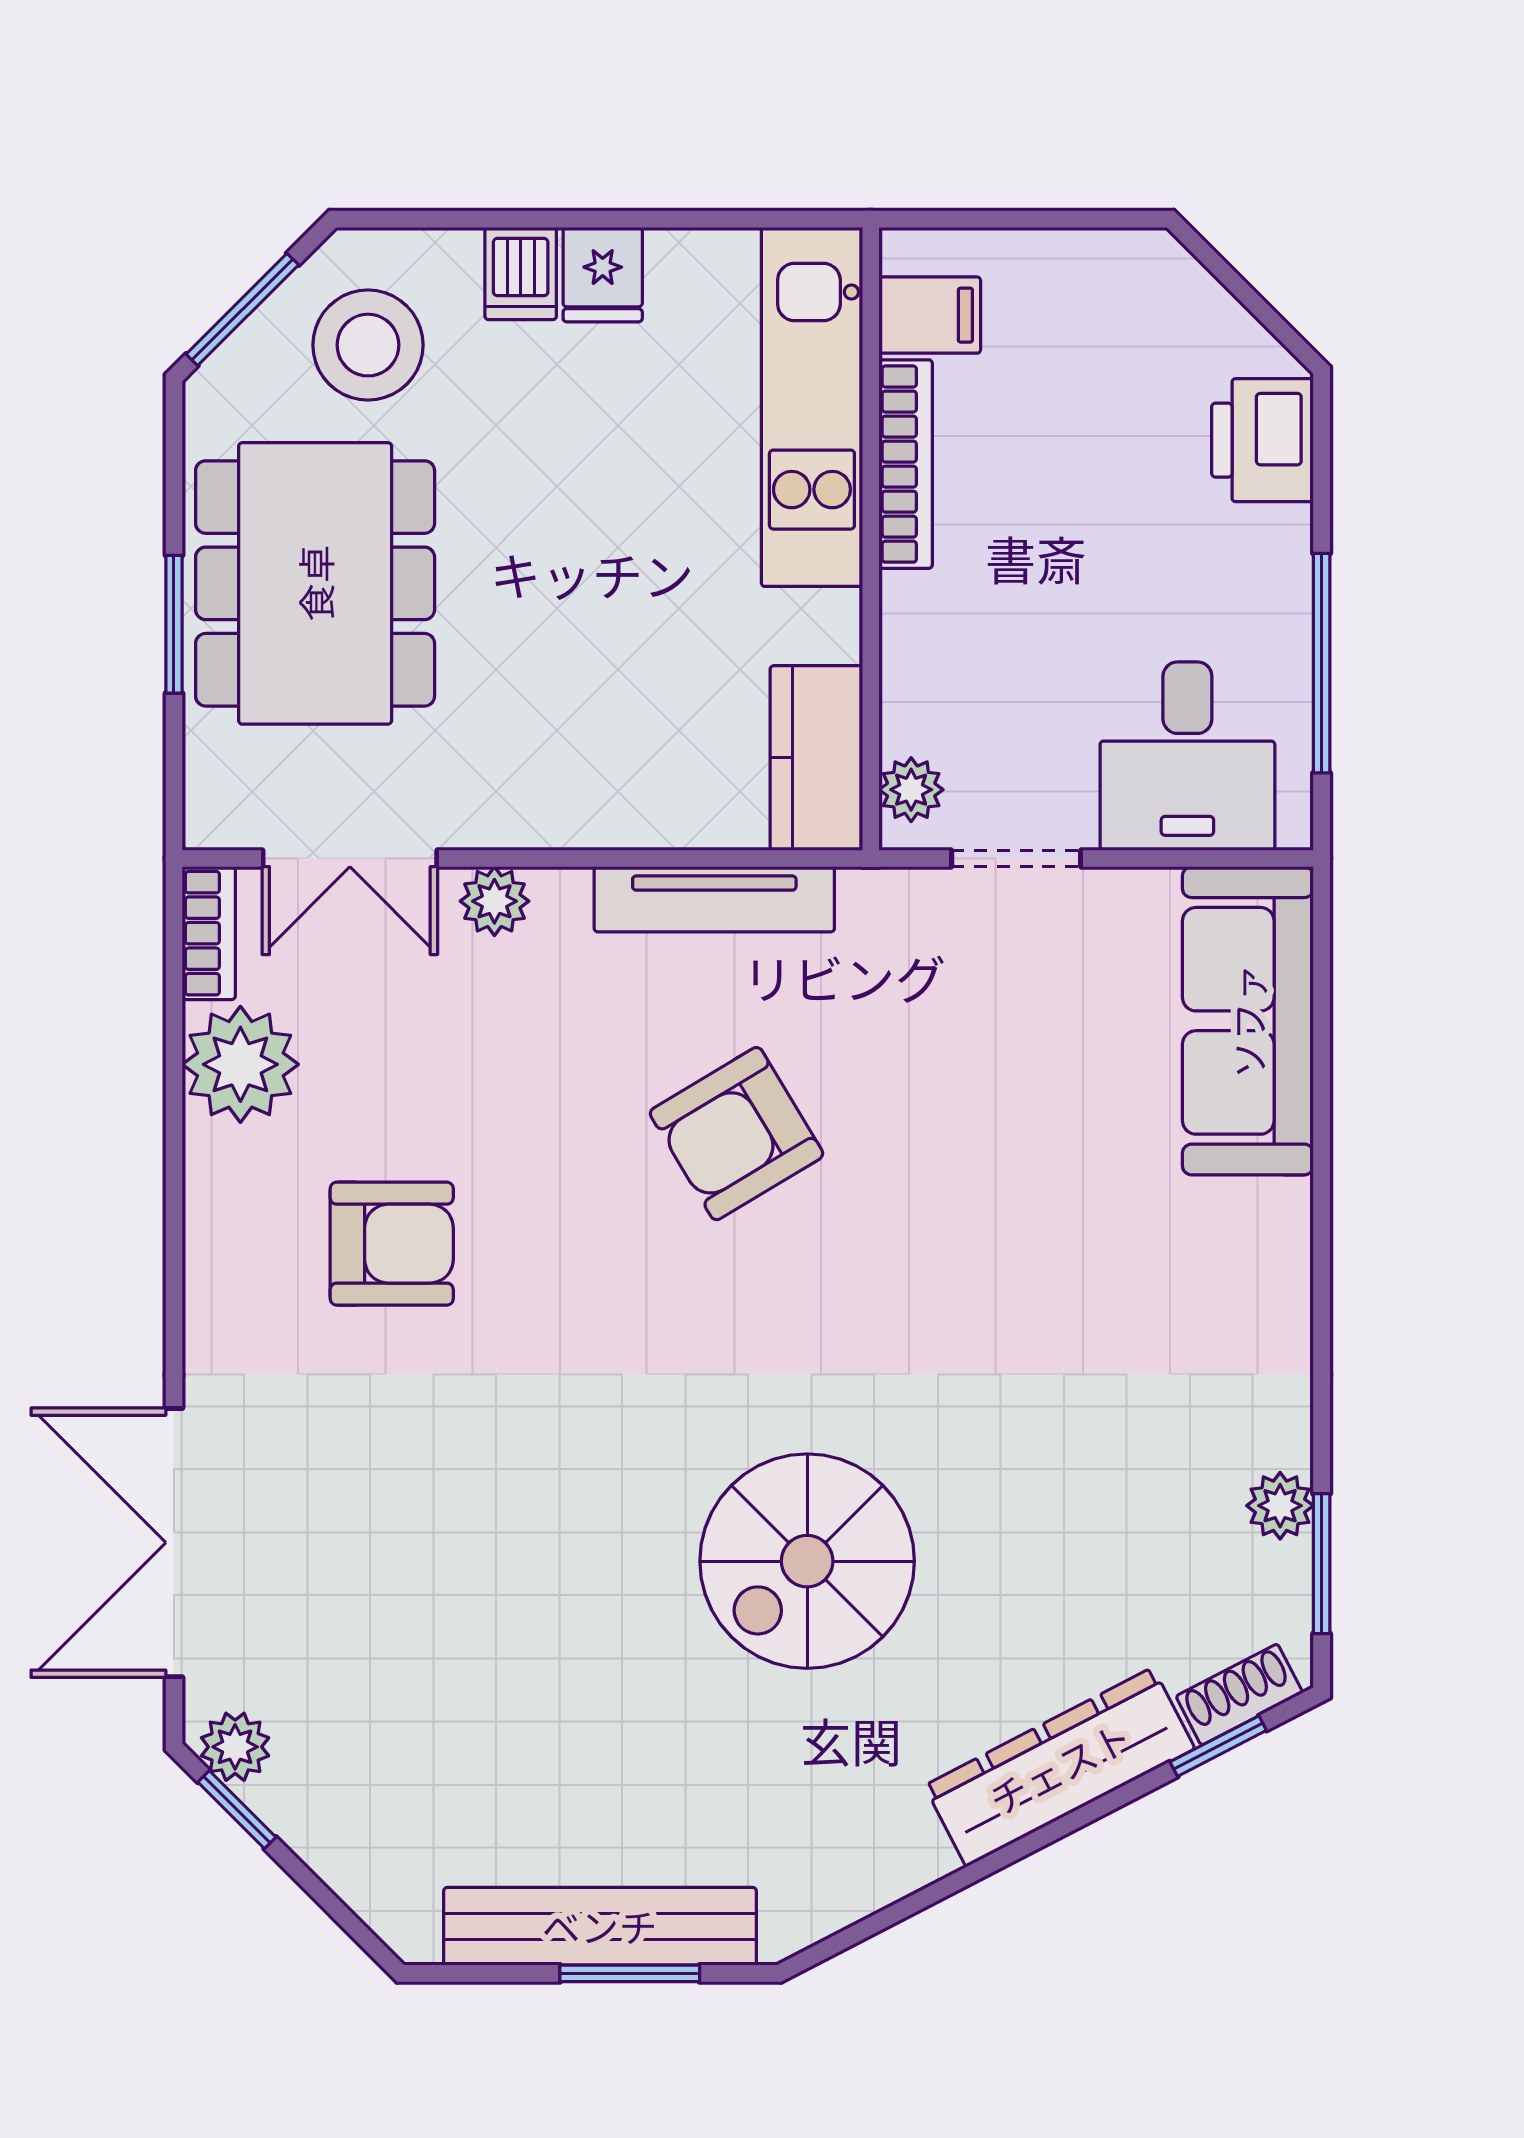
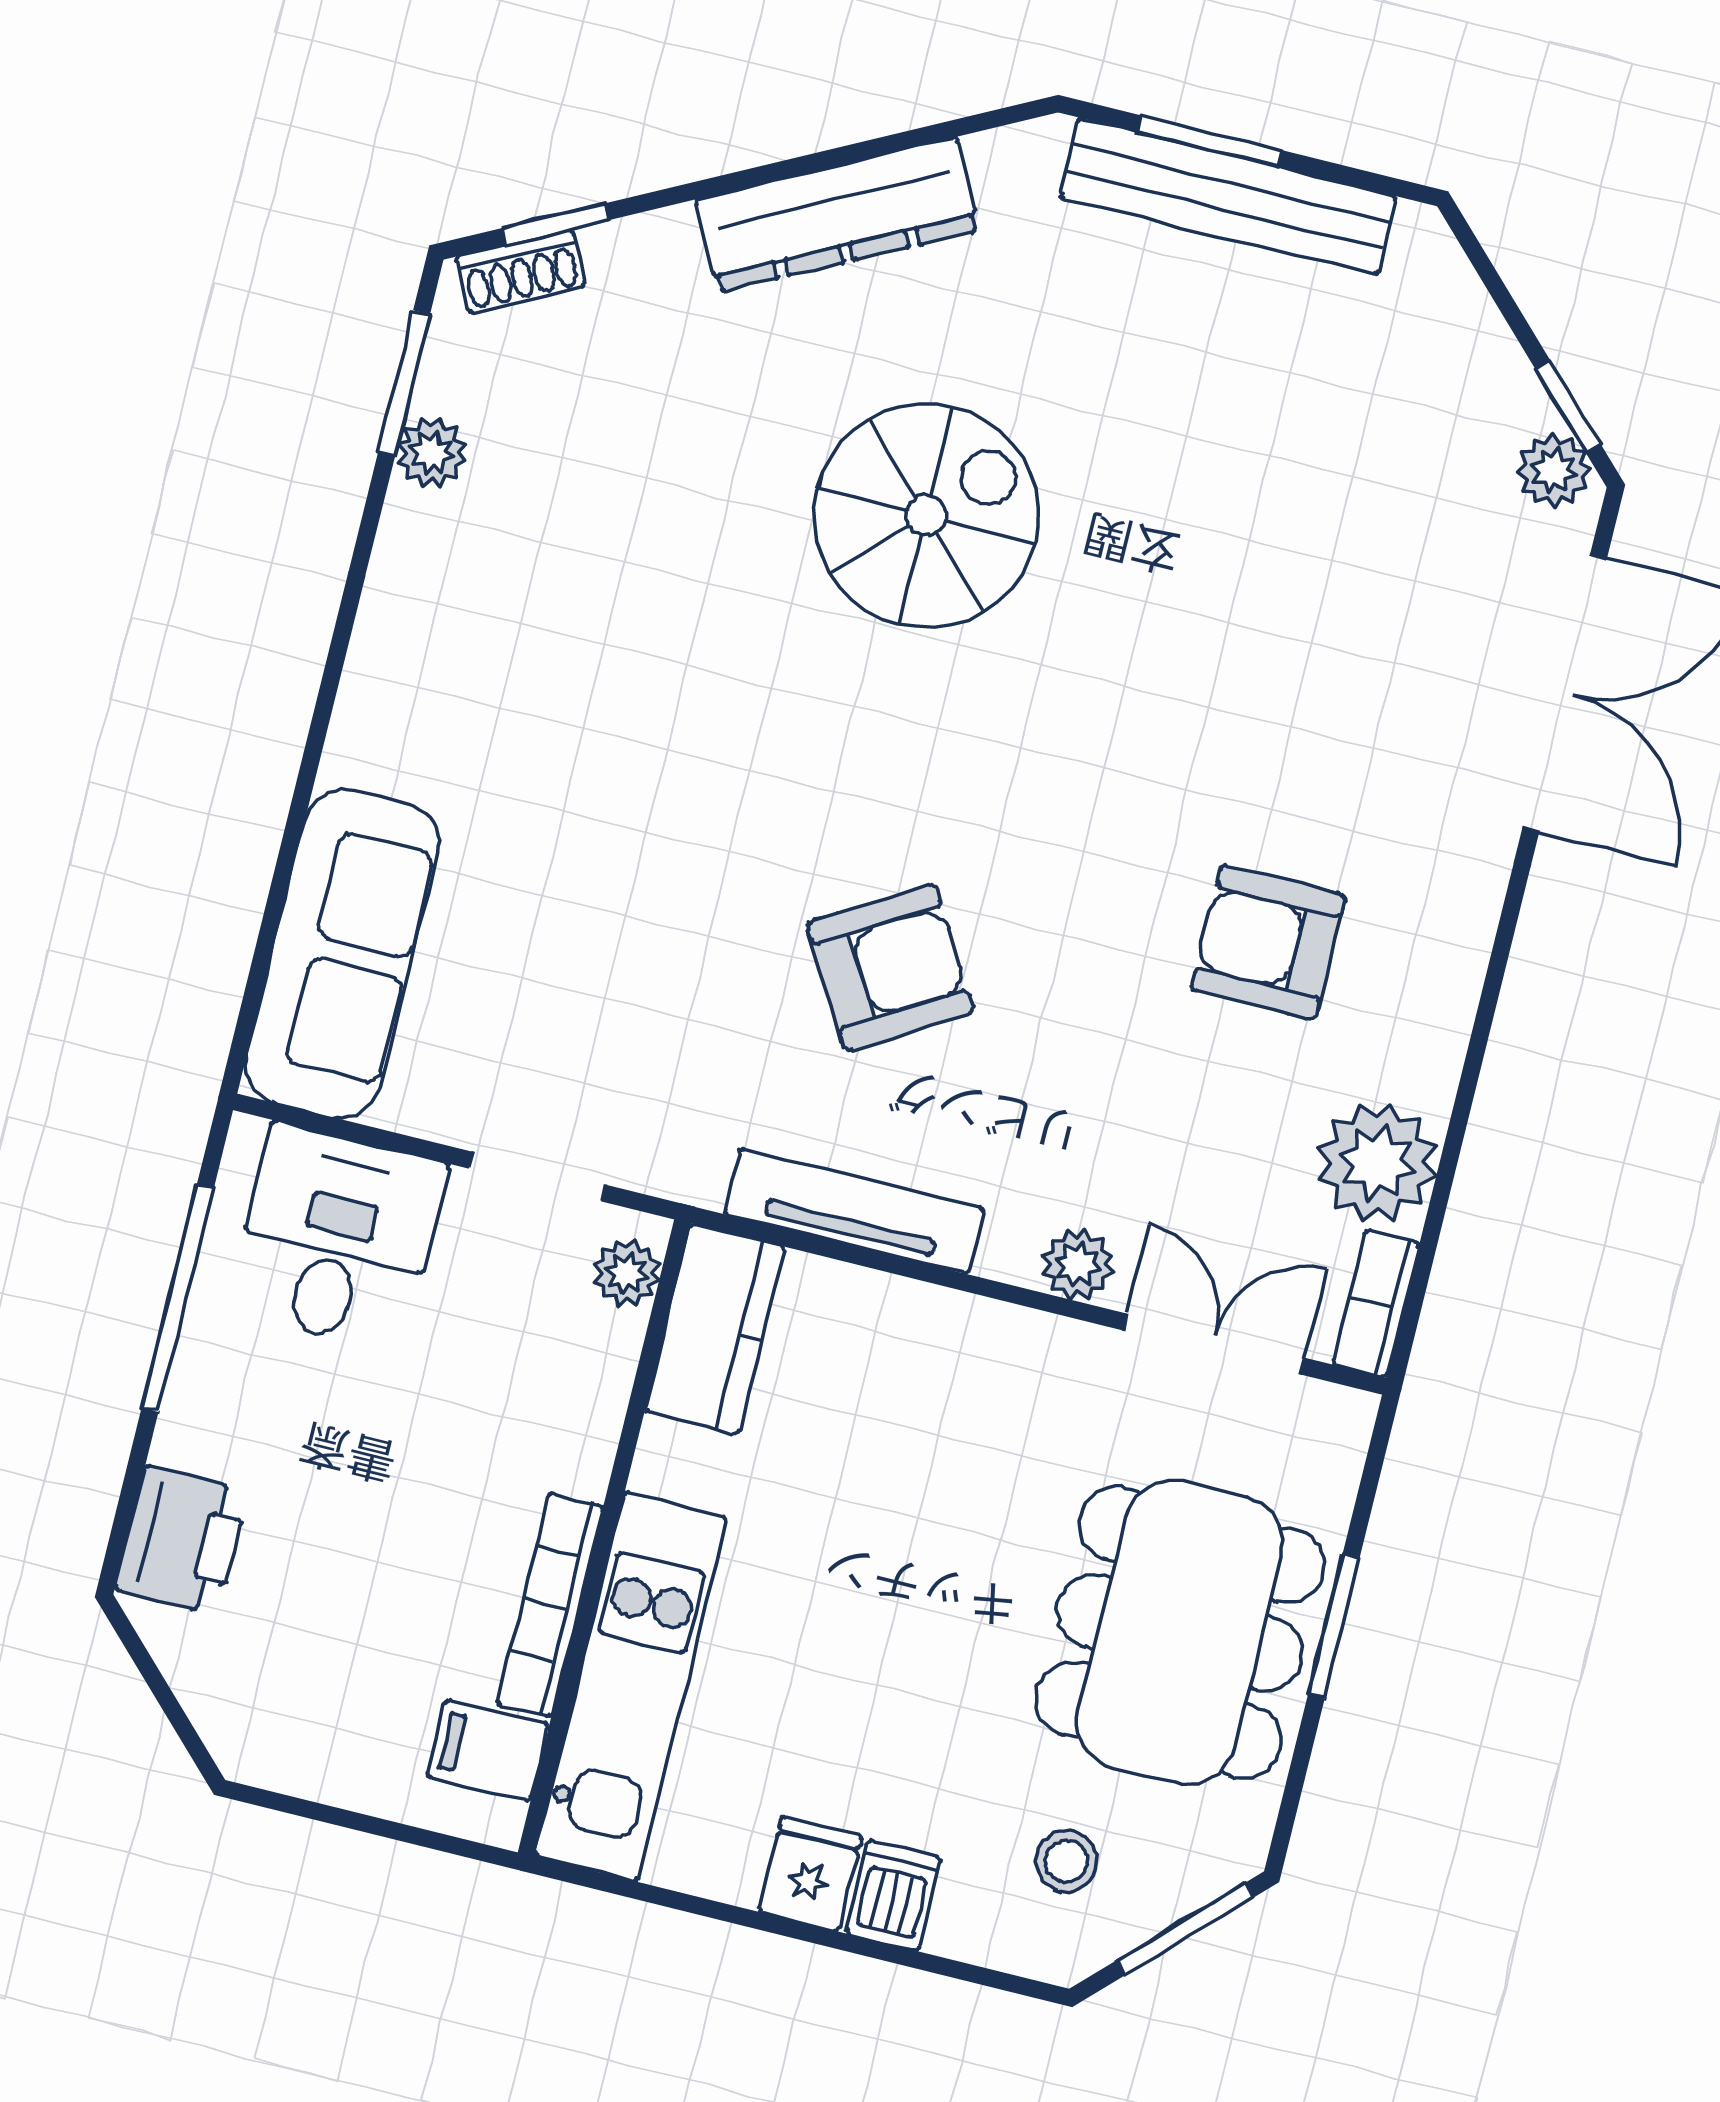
stool: (368, 345) -> (1066, 1861), width x0.53, depth x0.53
dresser: (1060, 1767) -> (838, 215), moved

